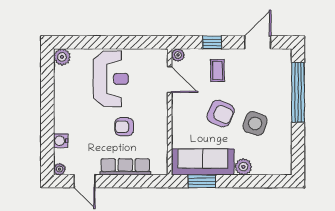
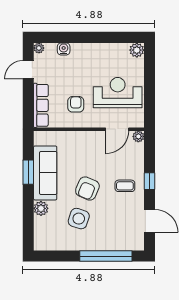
plant: (178, 55) -> (138, 136), moved
reception desk: (111, 79) -> (118, 93), turned 180
door: (170, 79) -> (117, 129), moved
wall: (170, 112) -> (89, 129), moved

